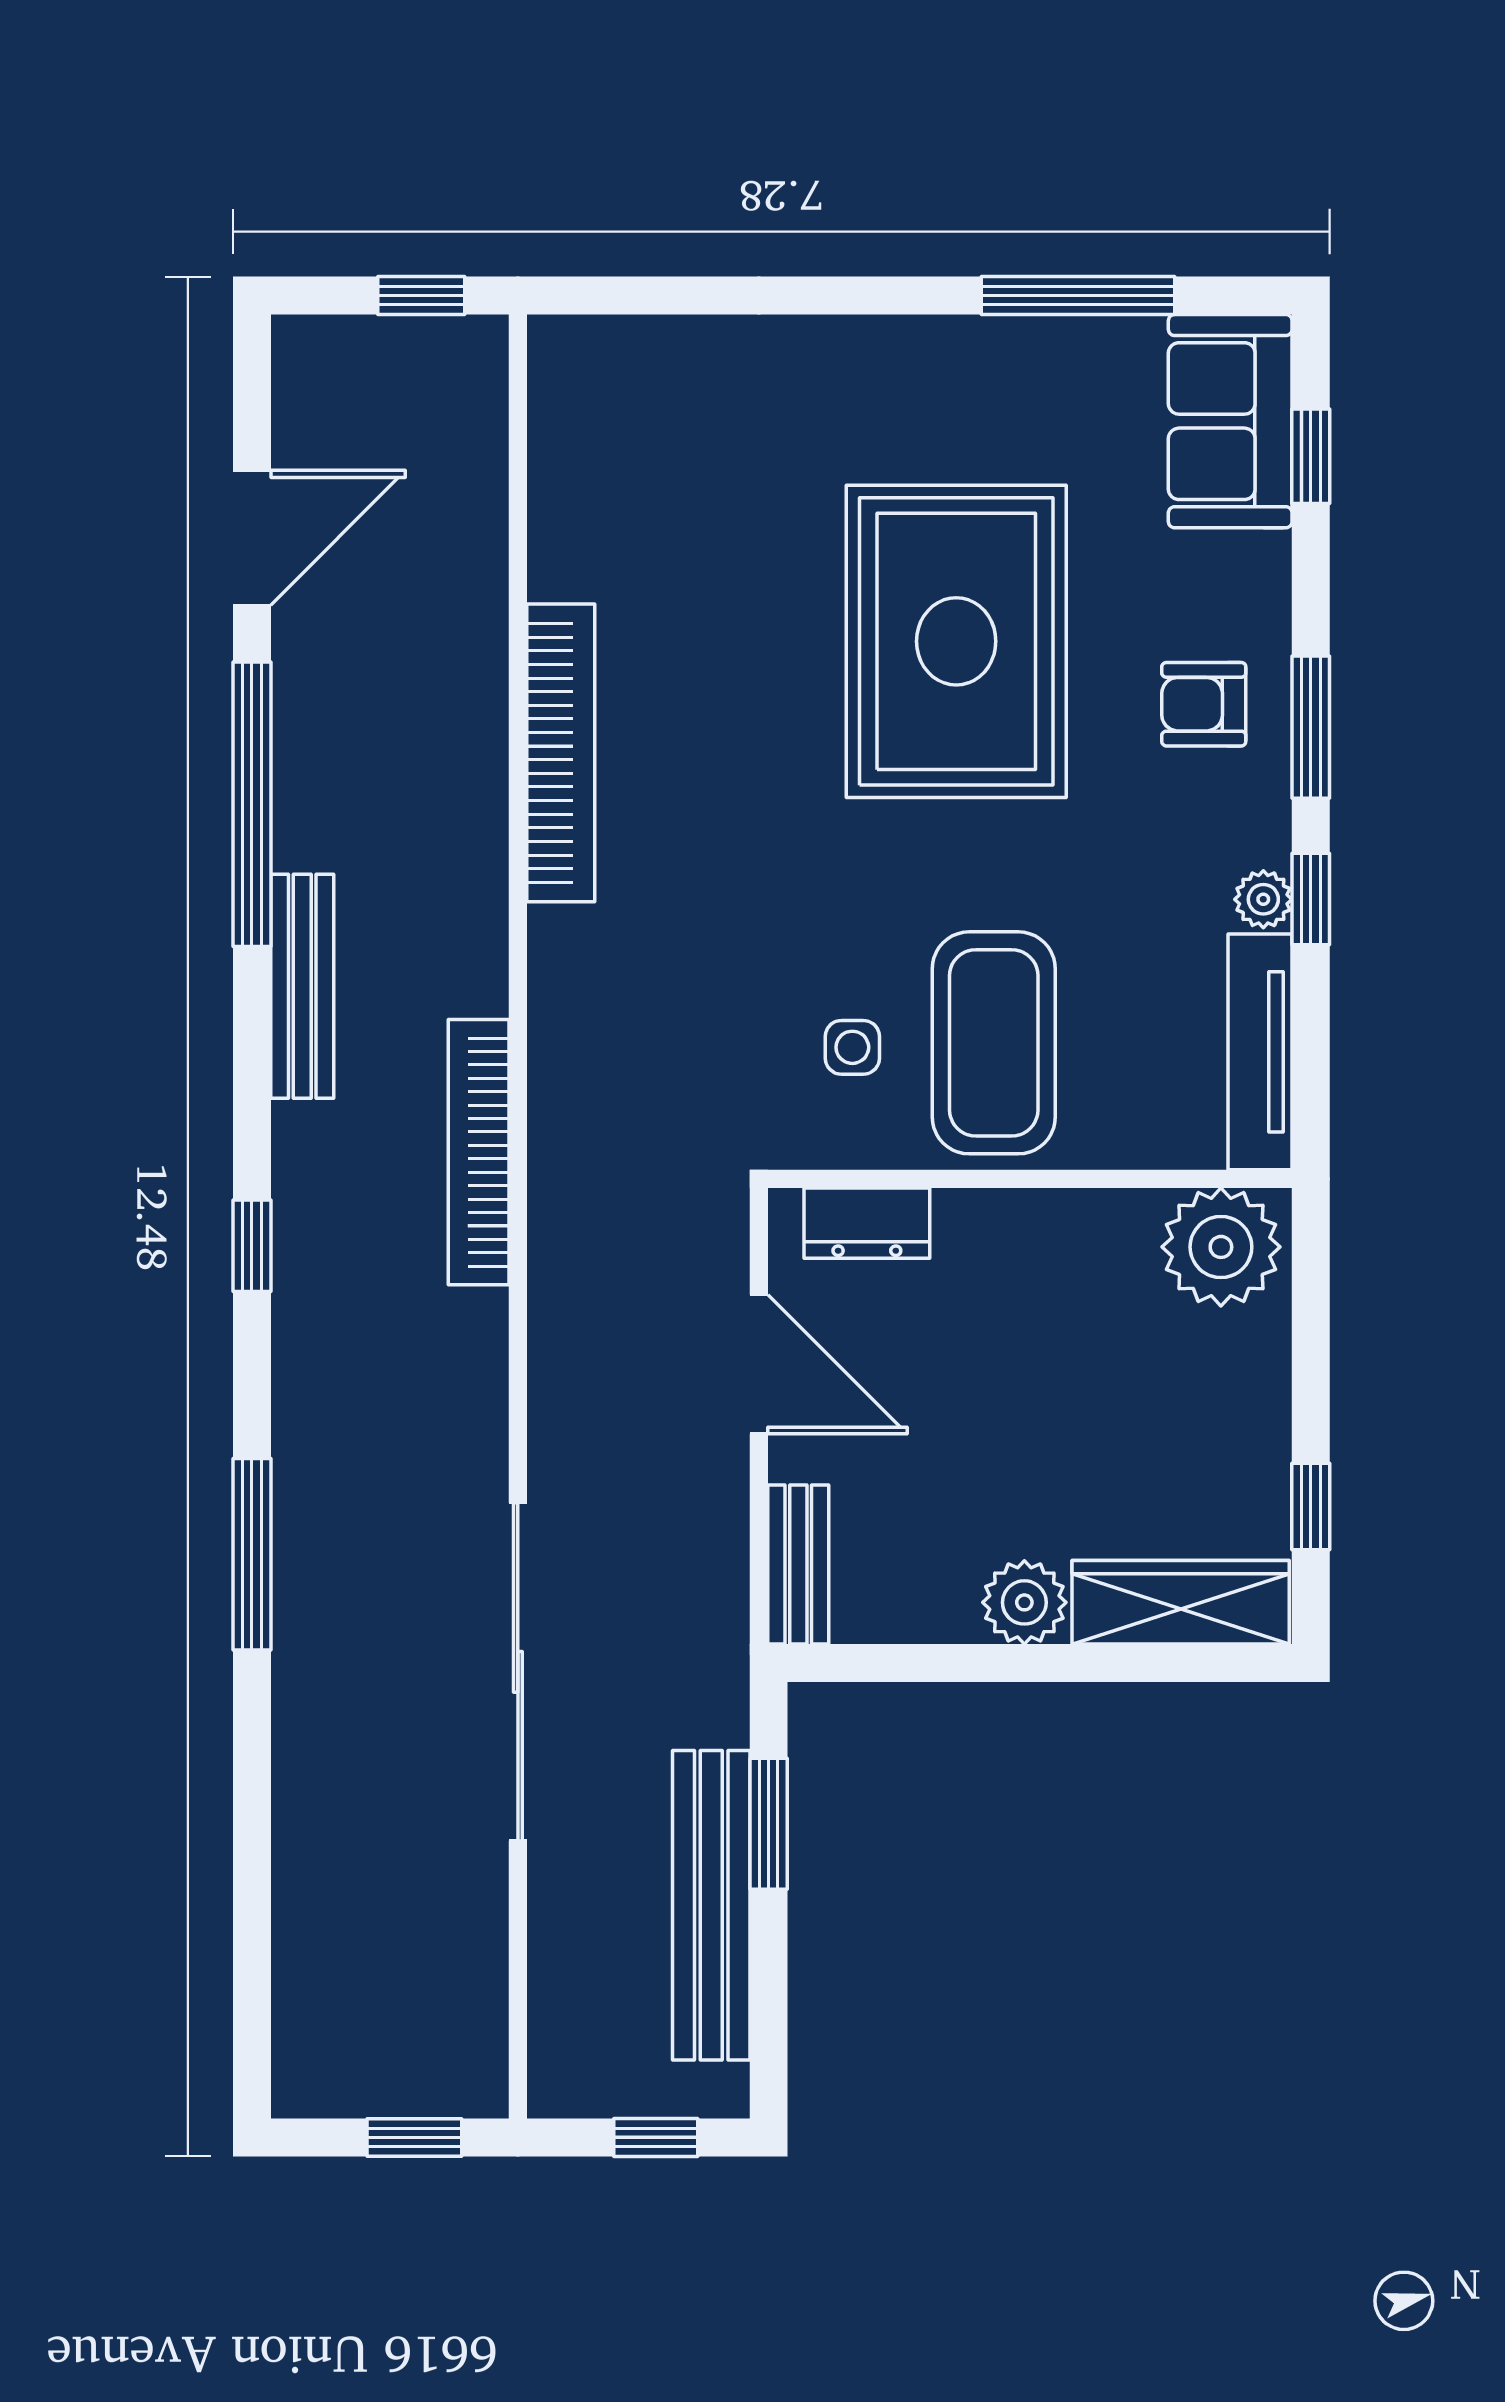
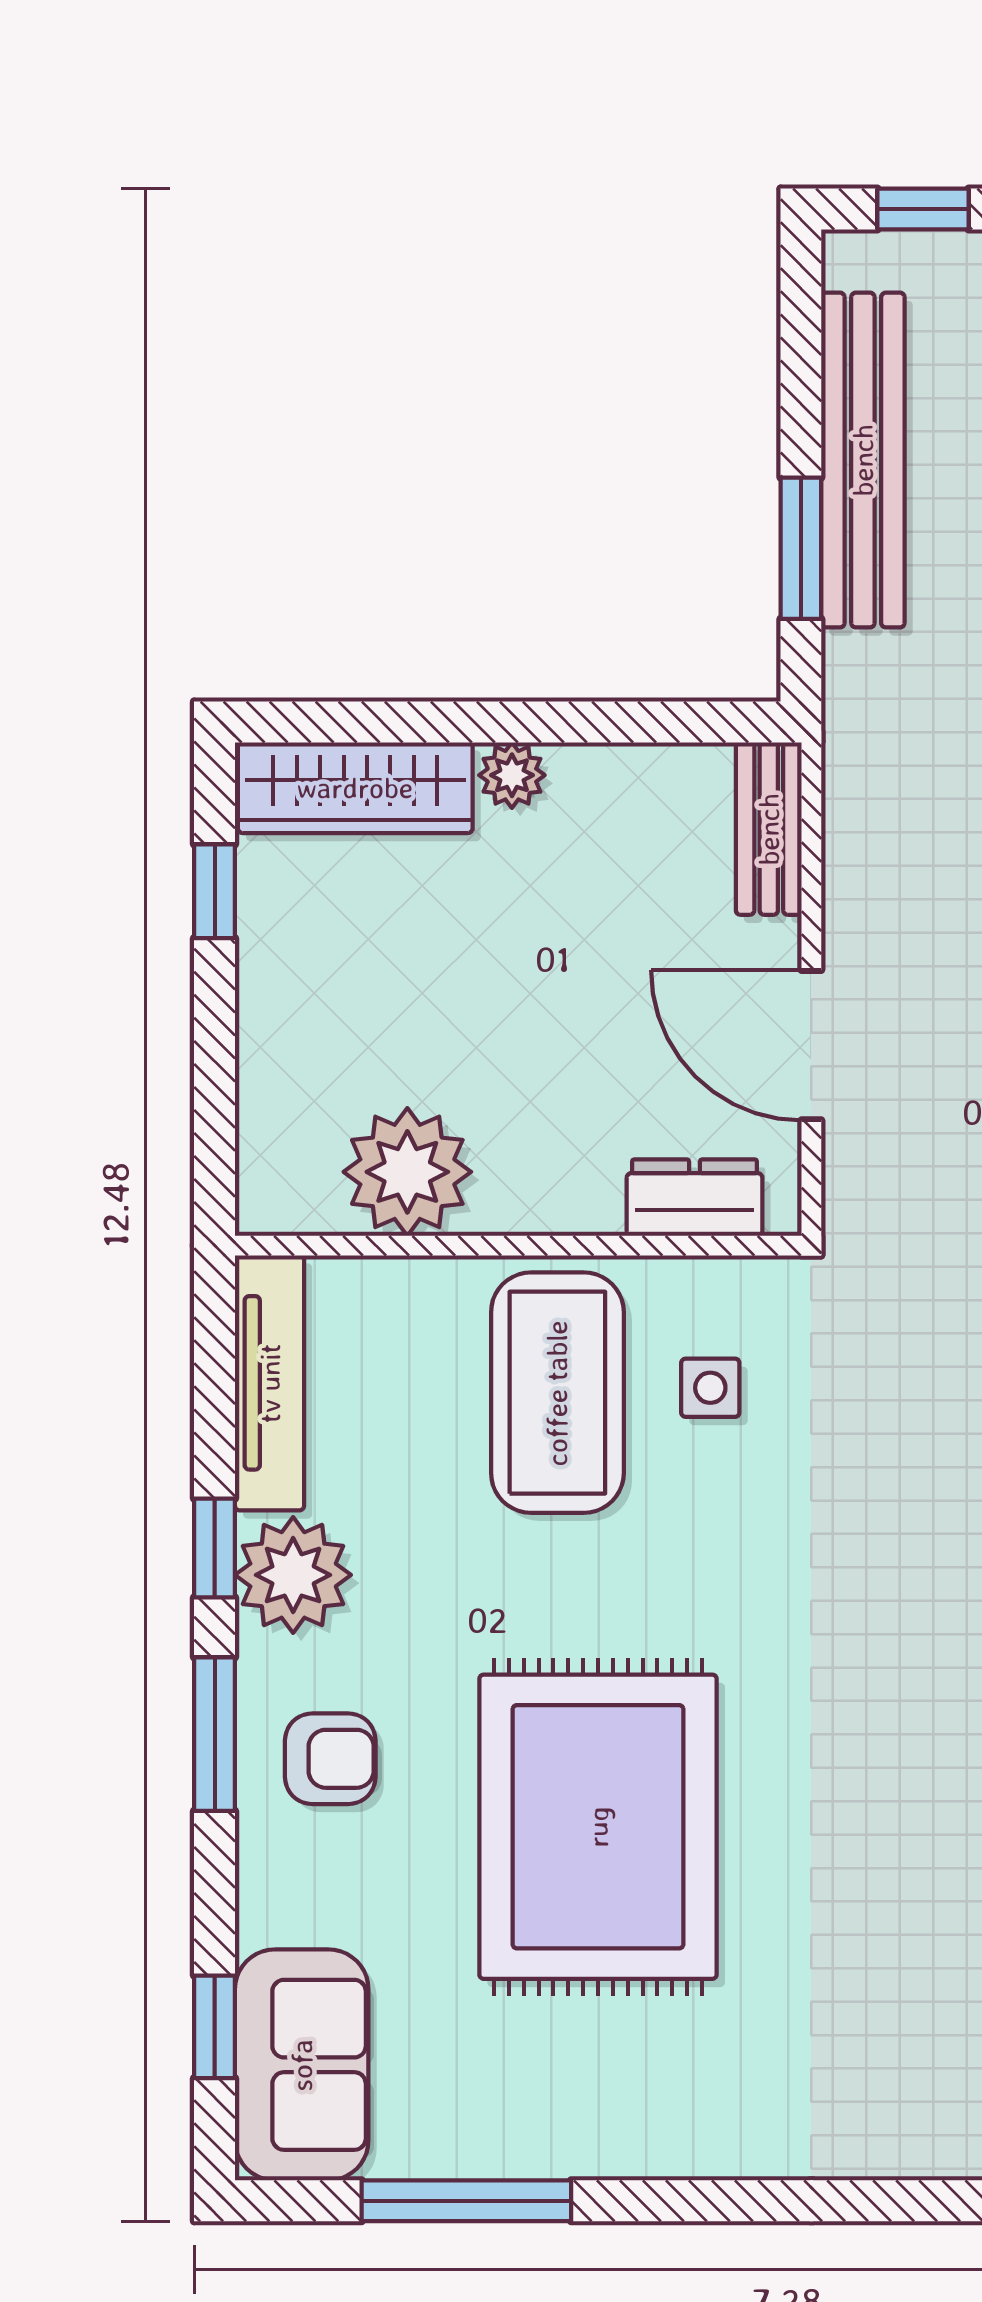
plant: (1263, 899) -> (293, 1575), width x1.87, depth x1.87
plant: (1221, 1247) -> (407, 1172), moved
plant: (1024, 1602) -> (512, 775), width x0.73, depth x0.73

